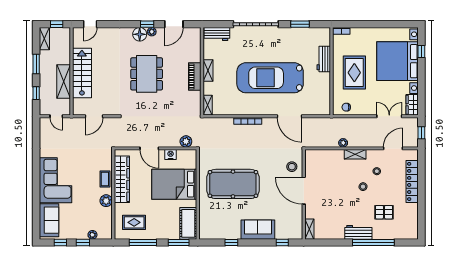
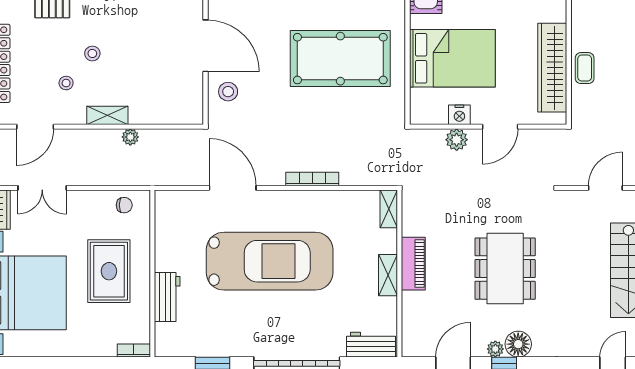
plant: (186, 141) -> (457, 140), moved
door: (149, 148) -> (500, 127), swing flipped
plant: (106, 201) -> (582, 27), removed

